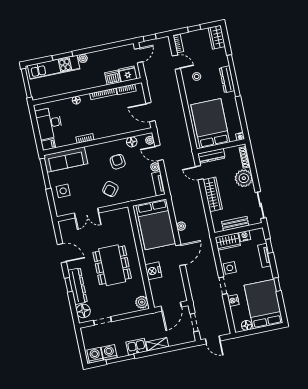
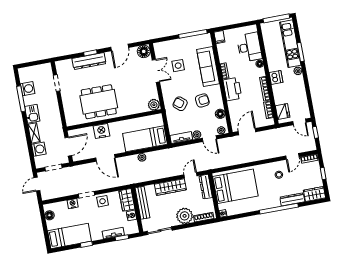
dishwasher: (113, 77) -> (276, 77), moved
dresser: (227, 79) -> (292, 199), moved
desk: (49, 123) -> (249, 47), moved, turned 90
printer: (105, 129) -> (232, 89), added
door: (159, 153) -> (209, 139), swing flipped
sofa: (66, 159) -> (208, 67), moved
armchair: (110, 189) -> (180, 104), moved
side table: (63, 191) -> (178, 66), moved
double door: (87, 213) -> (156, 71), swing flipped
bench: (235, 223) -> (142, 203), width x1.36
bed: (156, 224) -> (145, 139), width x0.67
door: (180, 255) -> (105, 158), moved
dining table: (112, 265) -> (99, 102), moved
plant: (142, 302) -> (154, 105), moved
bed: (264, 304) -> (69, 236), width x0.67
door: (171, 307) -> (68, 147), swing flipped
floor lamp: (83, 311) -> (144, 51), moved
washing machine: (95, 355) -> (39, 149), moved

